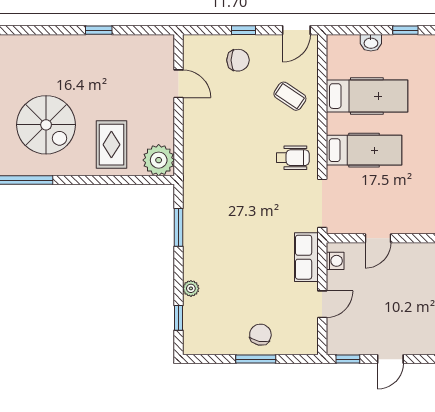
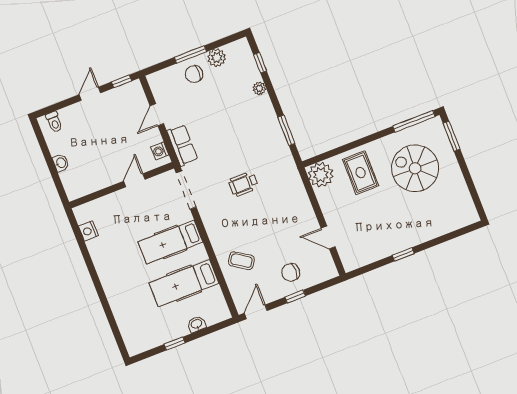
wheelchair: (293, 158) -> (243, 184), moved
chair: (260, 335) -> (194, 74), turned 79
plant: (227, 343) -> (217, 58), added

